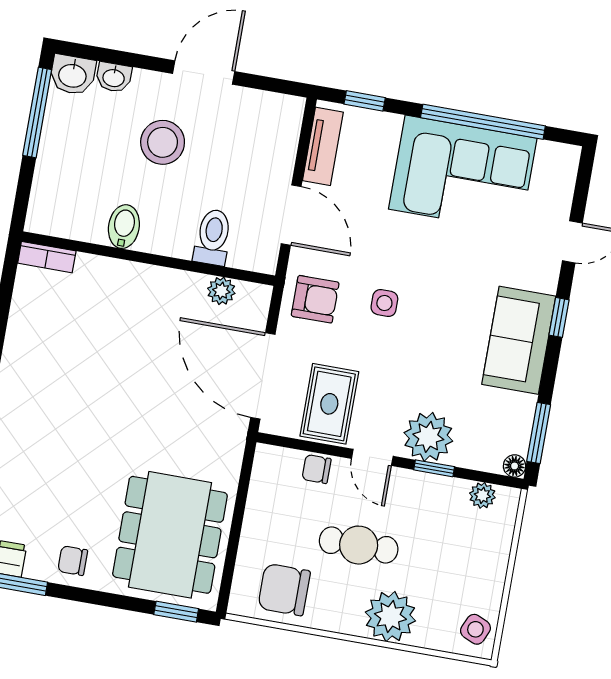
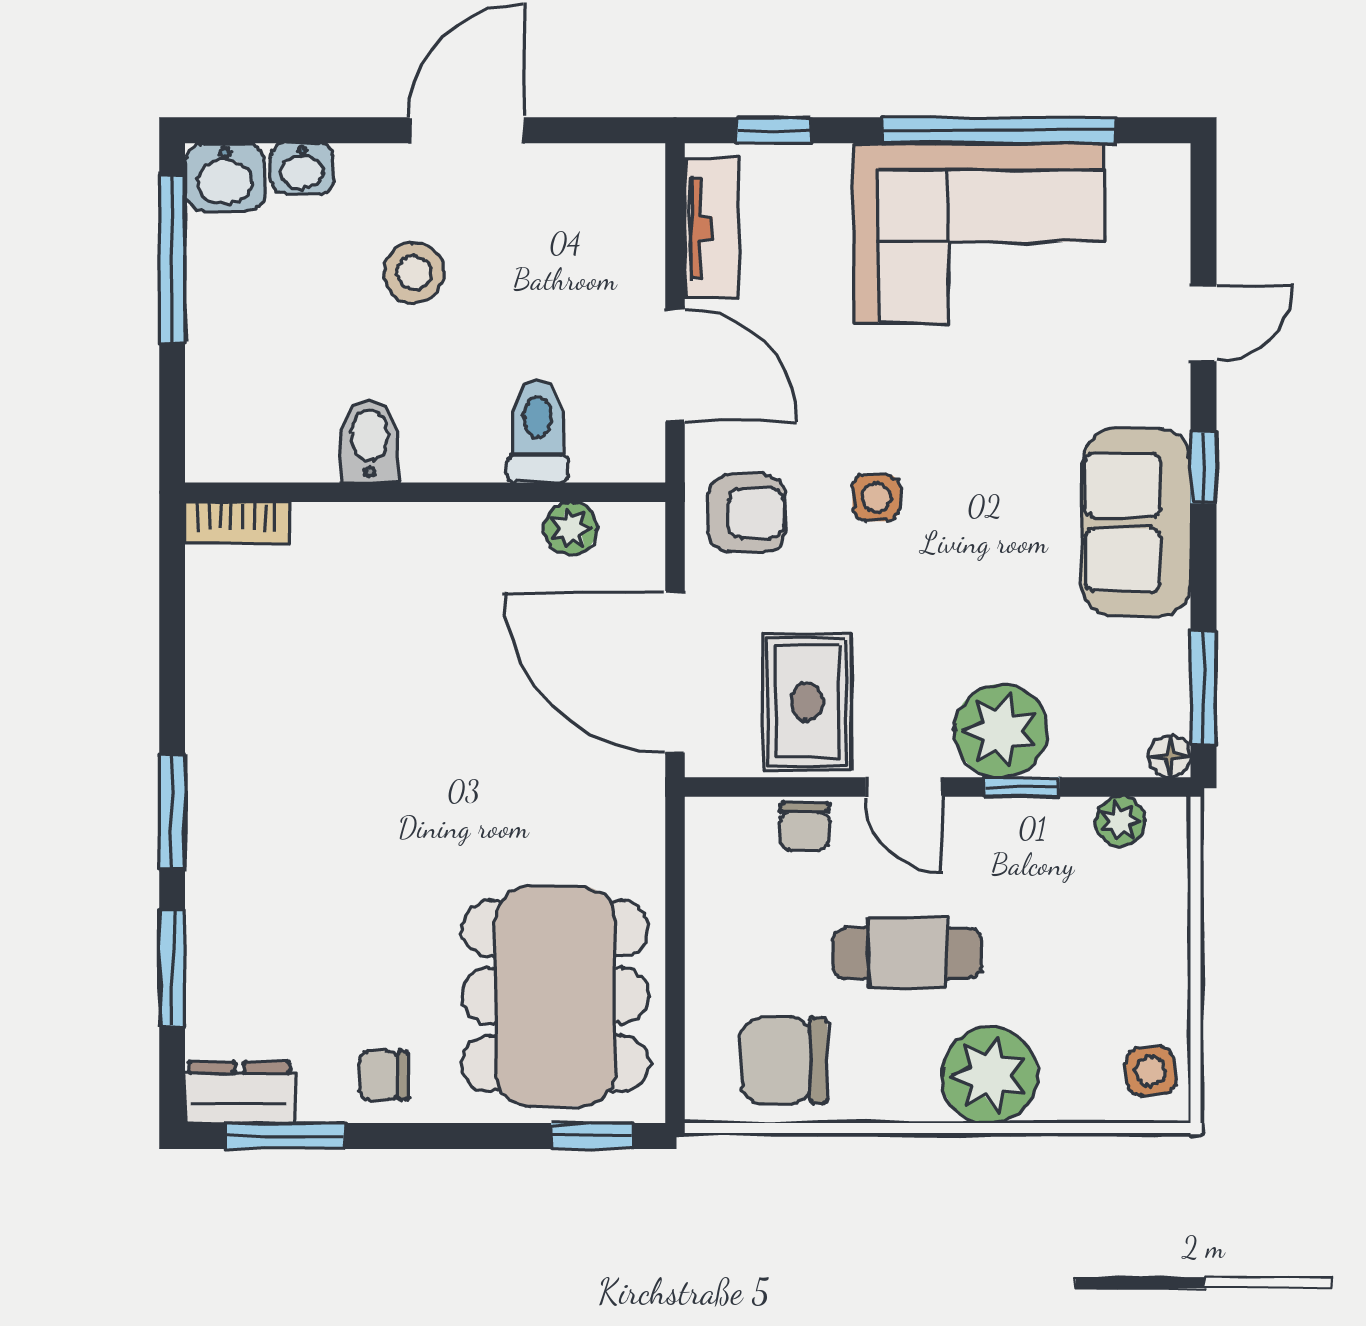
stool: (163, 142) -> (414, 273), width x0.73, depth x0.73
chair: (316, 469) -> (805, 827), turned -90
side table: (475, 629) -> (1151, 1071), turned -31

